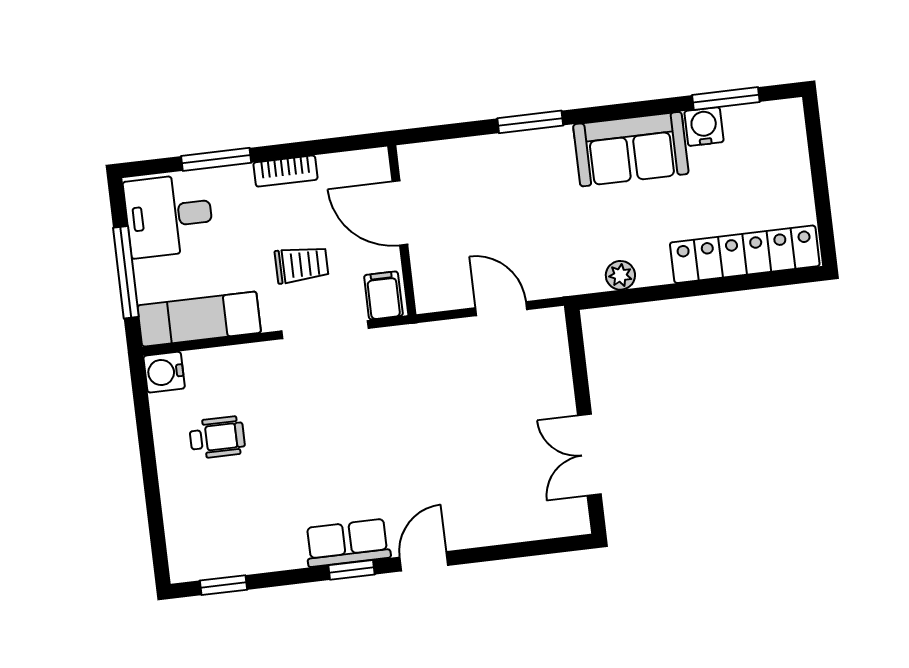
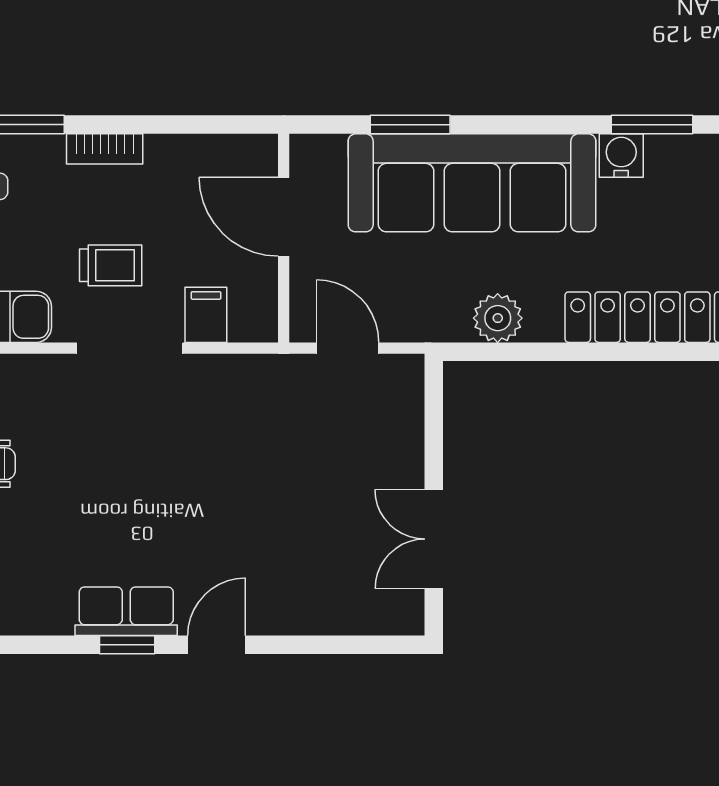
sofa: (631, 149) -> (472, 183), width x1.85, depth x1.27
door: (400, 213) -> (284, 217), moved
wall: (402, 230) -> (284, 238), moved
plant: (620, 275) -> (498, 318), width x1.38, depth x1.38

